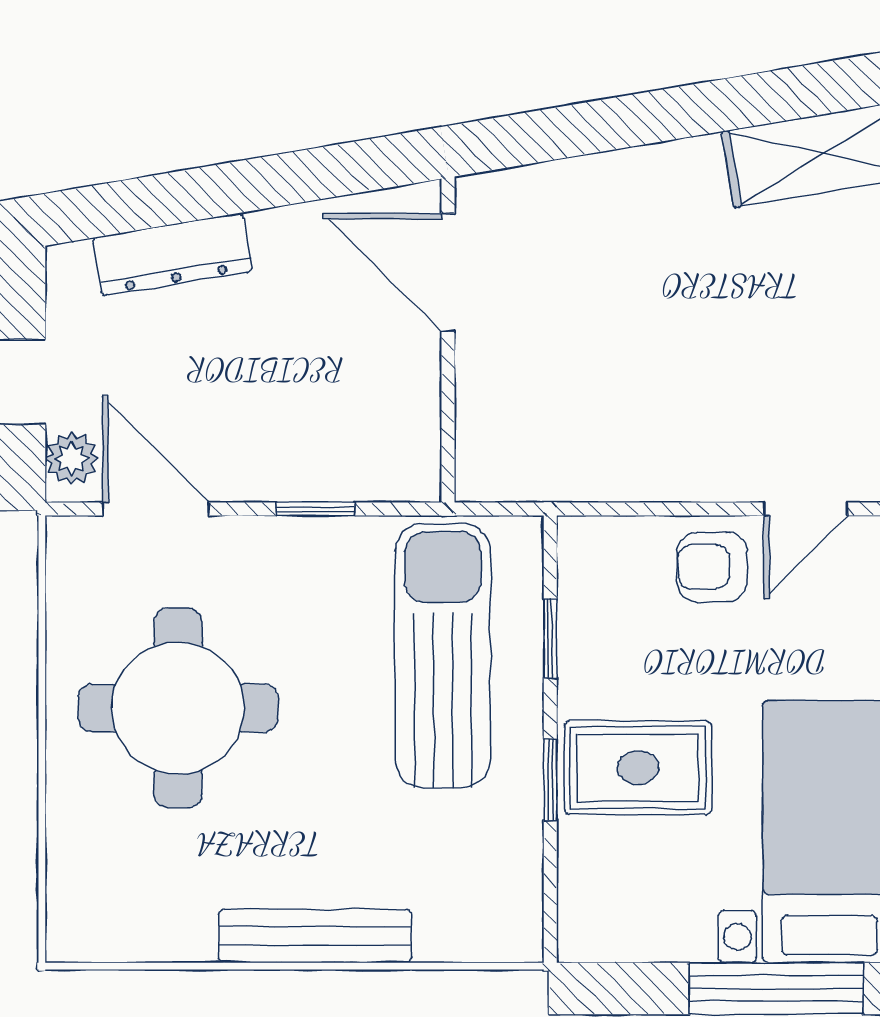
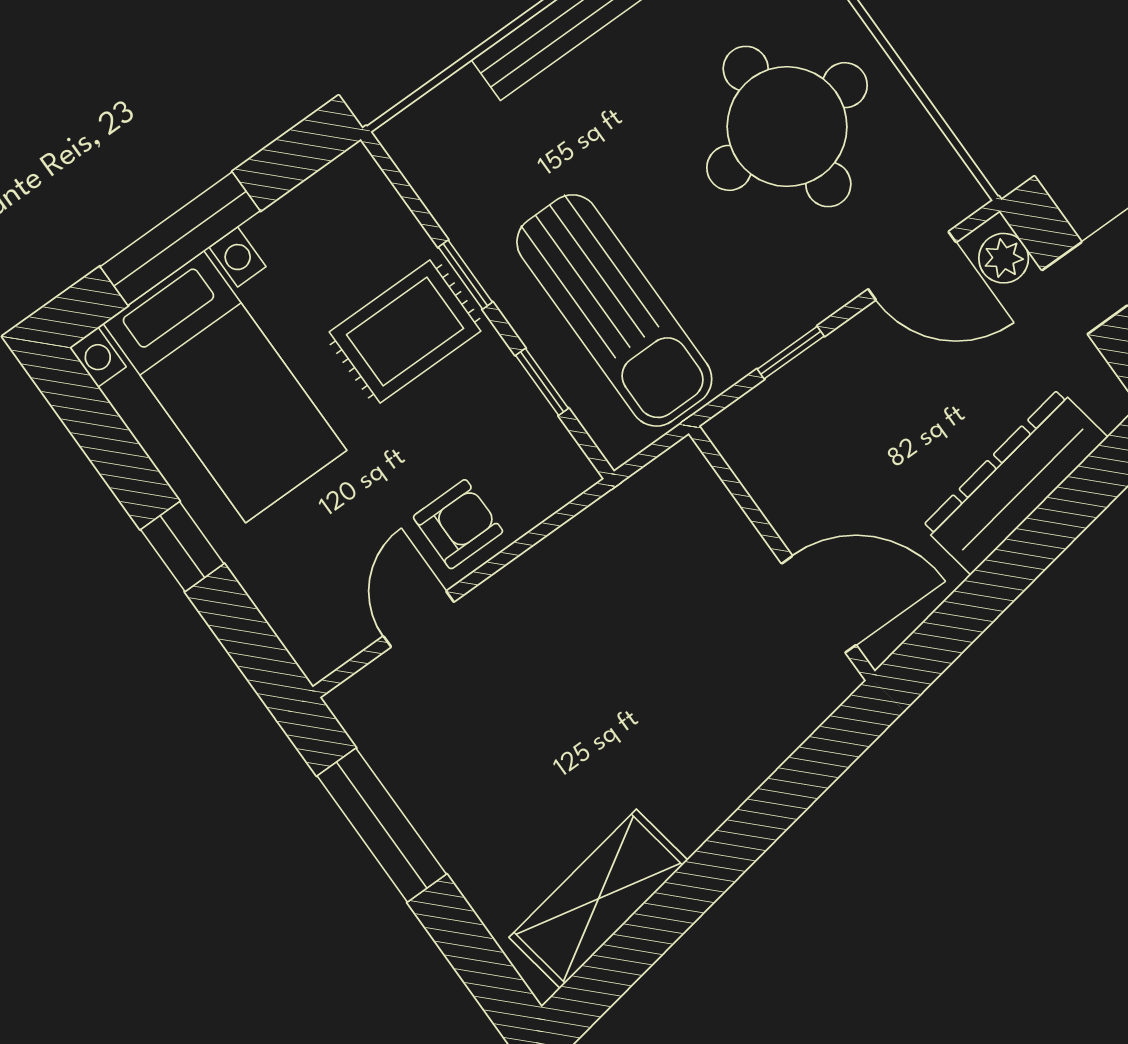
dresser: (172, 254) -> (1015, 482), width x1.37, depth x1.24

